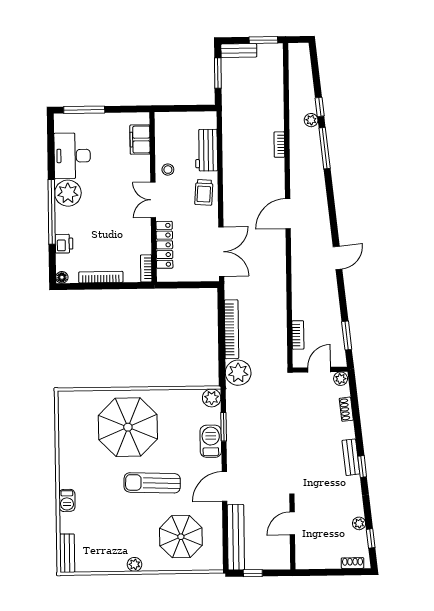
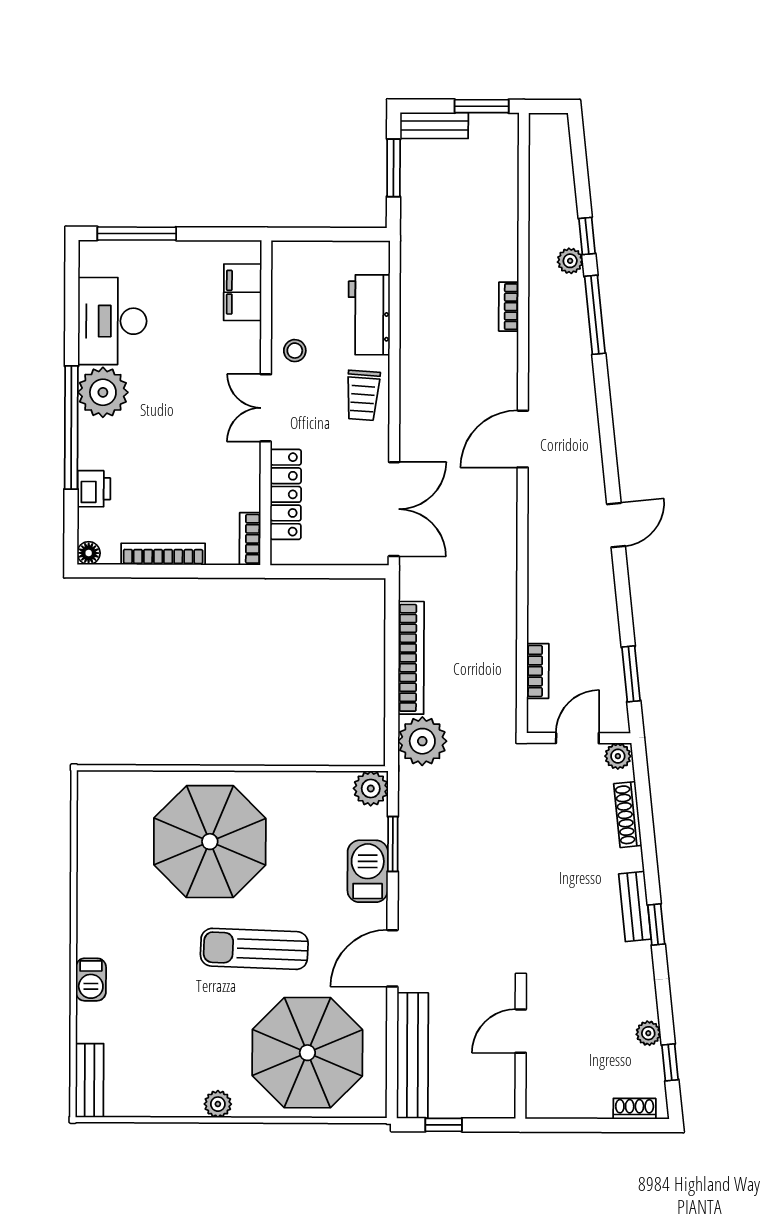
shoe rack: (346, 409) -> (628, 815), width x1.43
parasol: (181, 537) -> (307, 1053), width x1.36, depth x1.36

